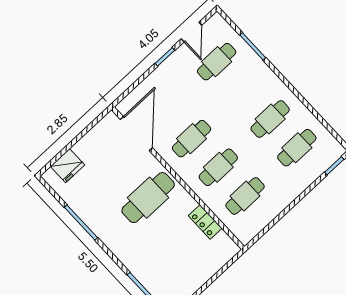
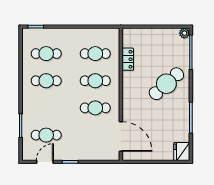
door: (136, 134) -> (121, 137), swing flipped
fridge: (68, 166) -> (182, 152), moved, turned -90
cafe table: (148, 198) -> (166, 84), moved, turned -42

